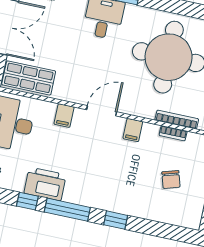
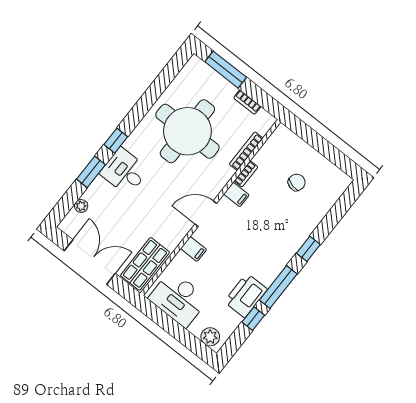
door: (102, 111) -> (206, 214), hinge flipped
bookcase: (173, 133) -> (246, 174), moved
chair: (171, 180) -> (297, 182), turned -59

